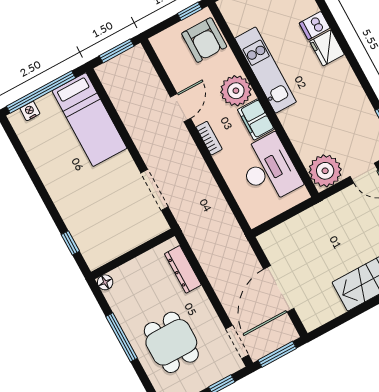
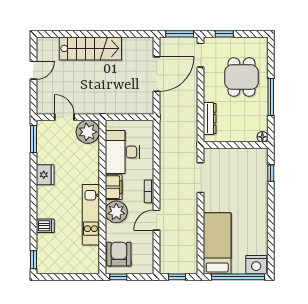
fridge: (327, 48) -> (45, 175), moved
window: (117, 51) -> (177, 277), width x0.67
nightstand: (30, 111) -> (256, 265), width x1.89, depth x1.79

